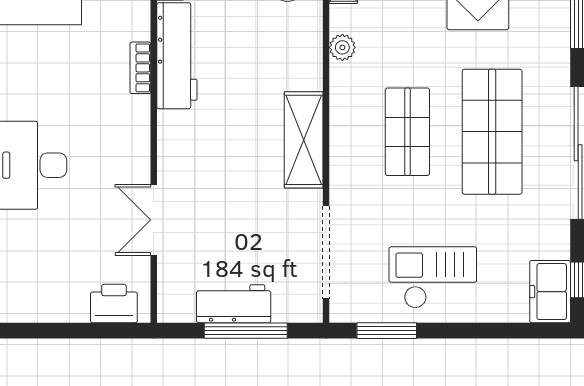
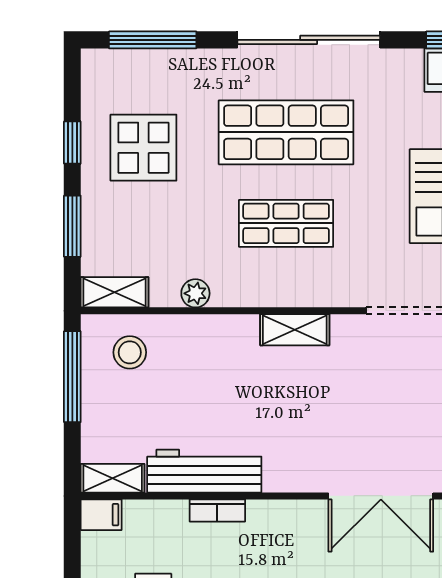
shelving: (304, 140) -> (295, 330), width x0.67, depth x0.75
double door: (154, 220) -> (381, 496), width x1.37

